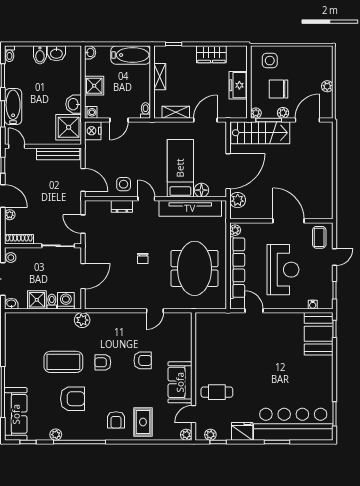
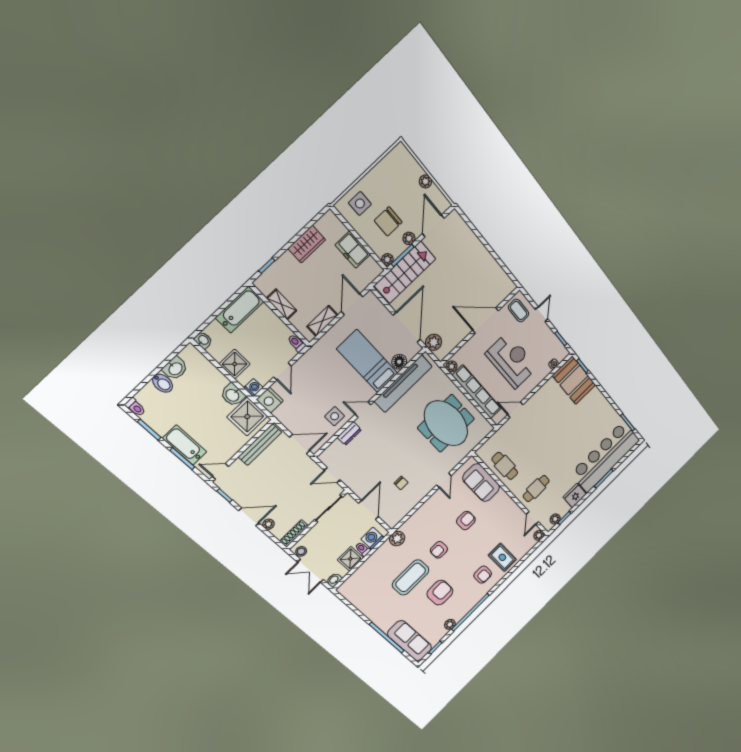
chair: (143, 258) -> (401, 483), moved
cafe table: (209, 347) -> (505, 466), added
sofa: (180, 382) -> (481, 483), moved

